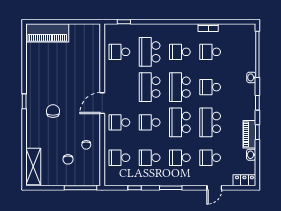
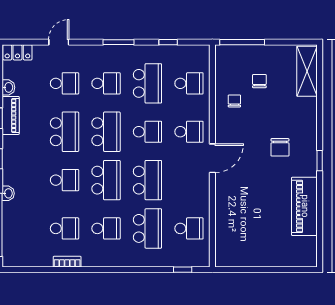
piano: (47, 33) -> (304, 206), moved, turned -90
school desk: (150, 158) -> (147, 83), width x1.85

